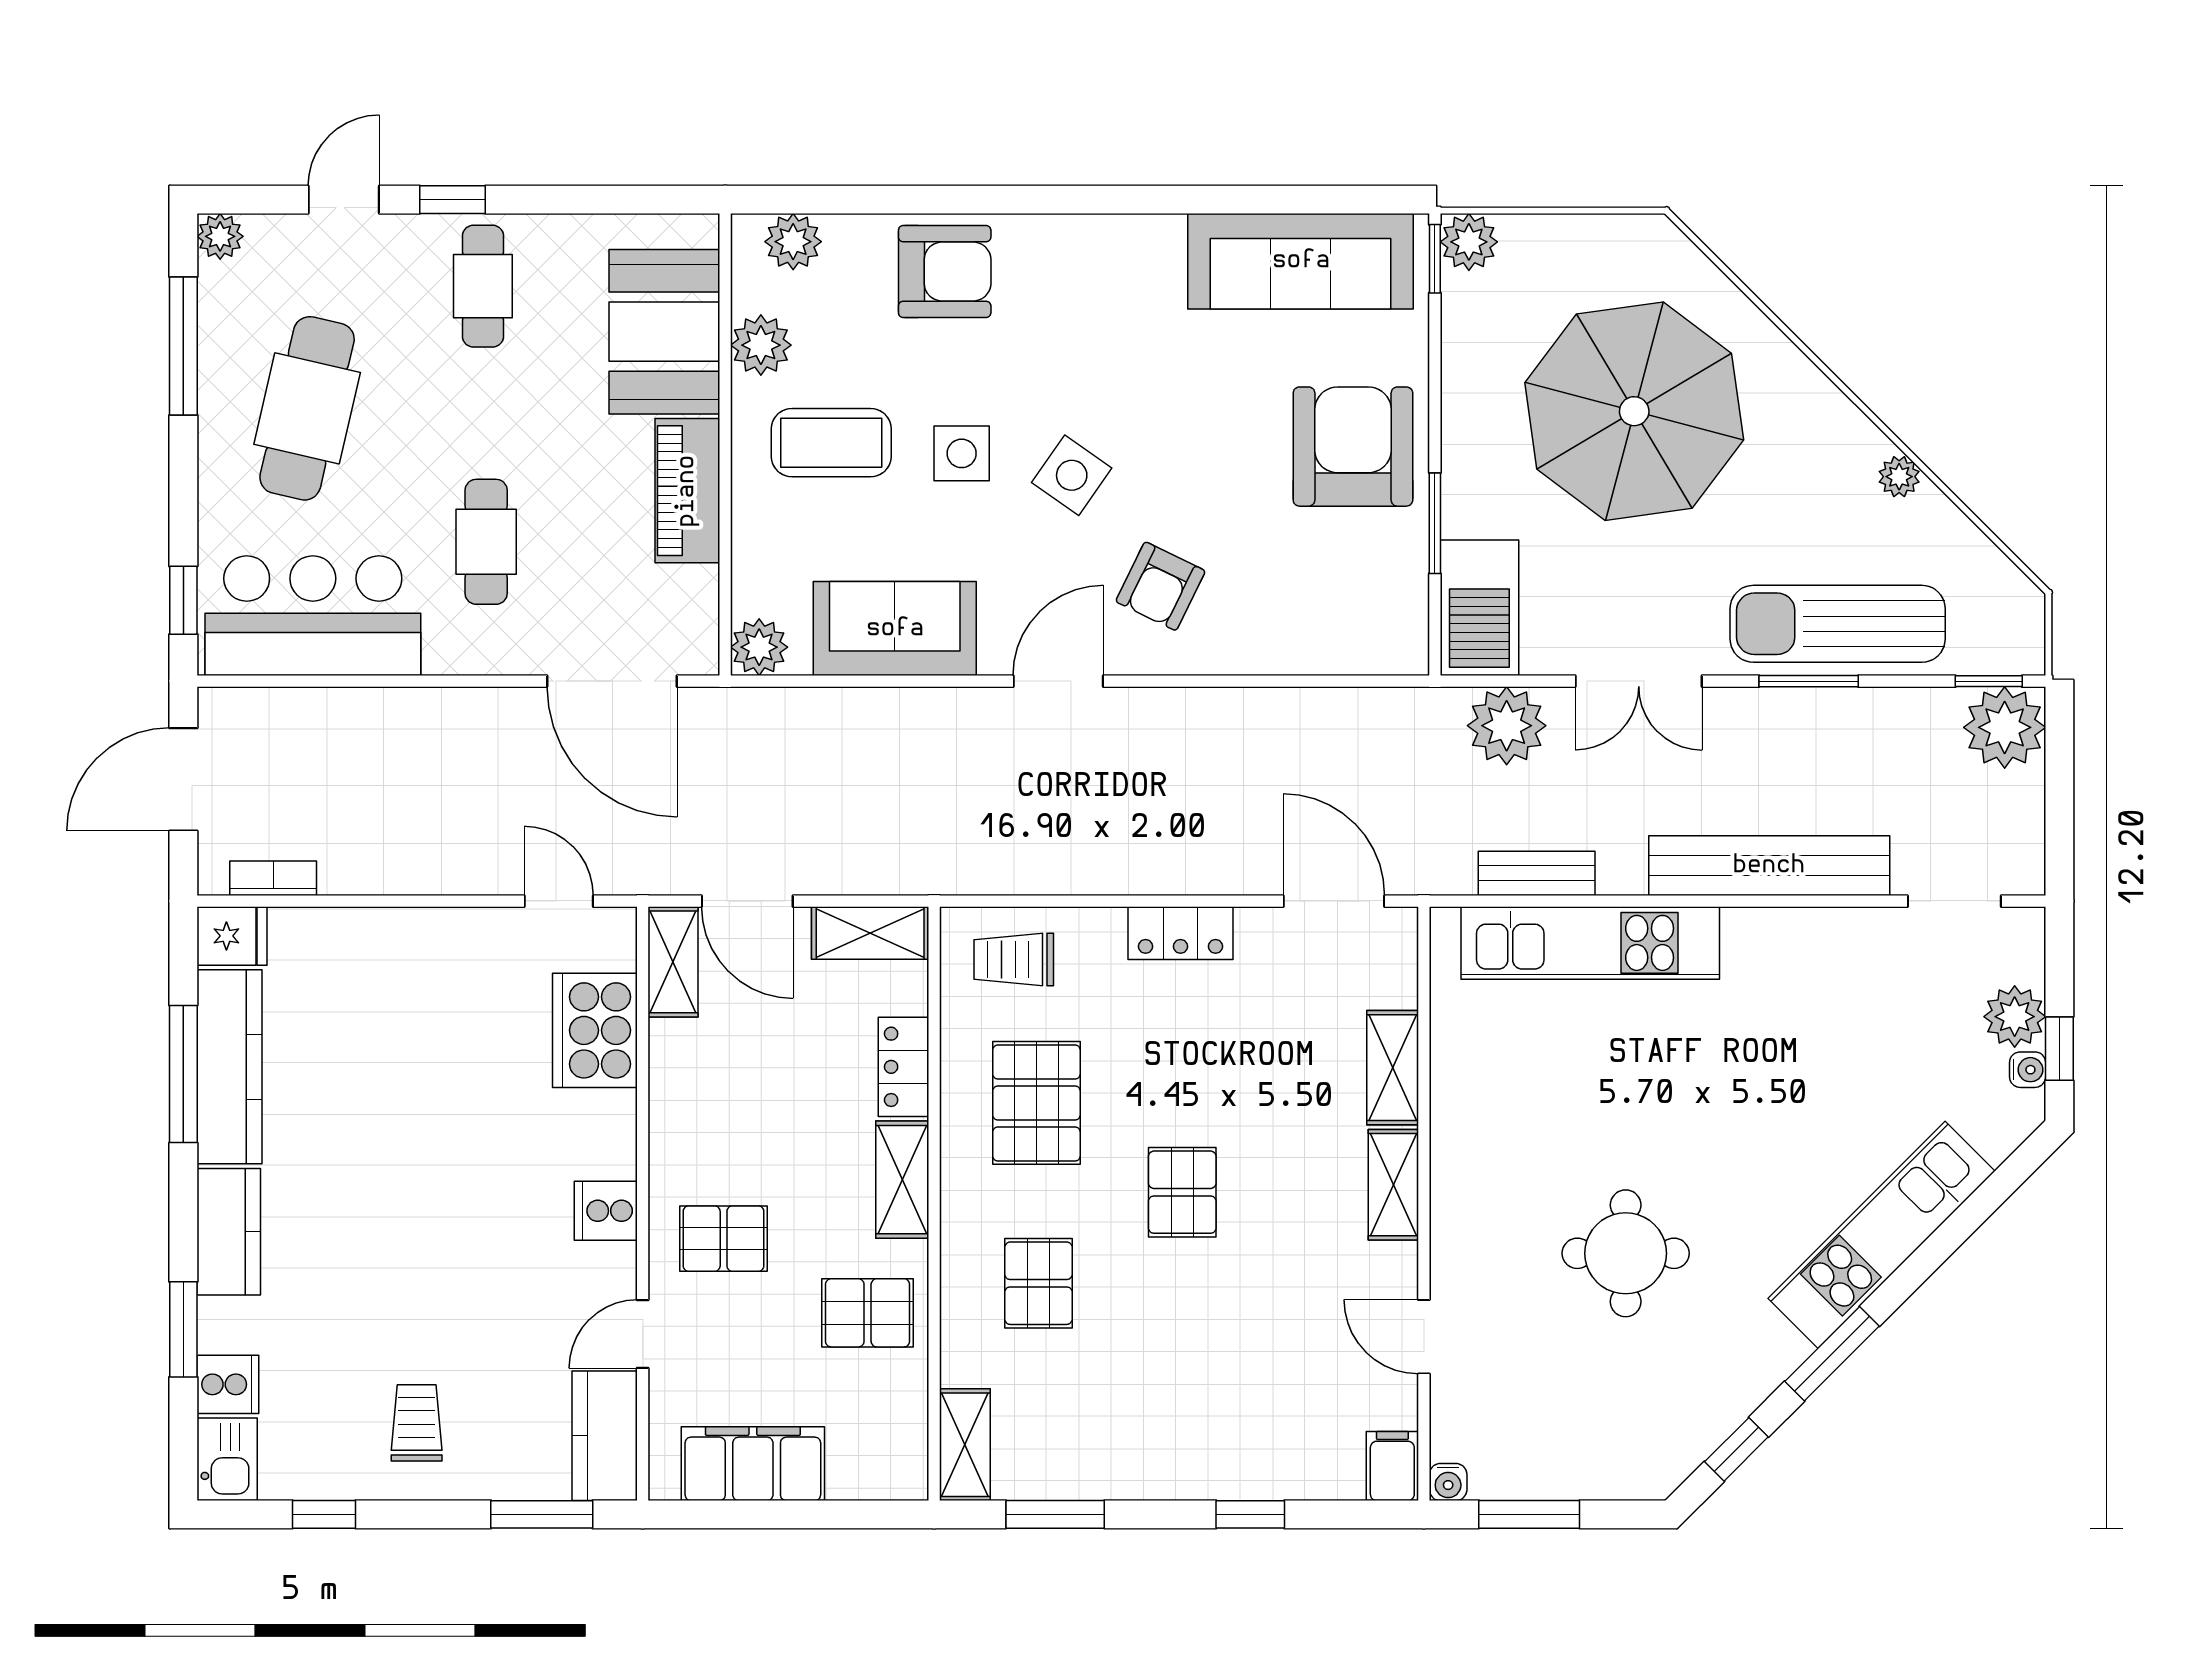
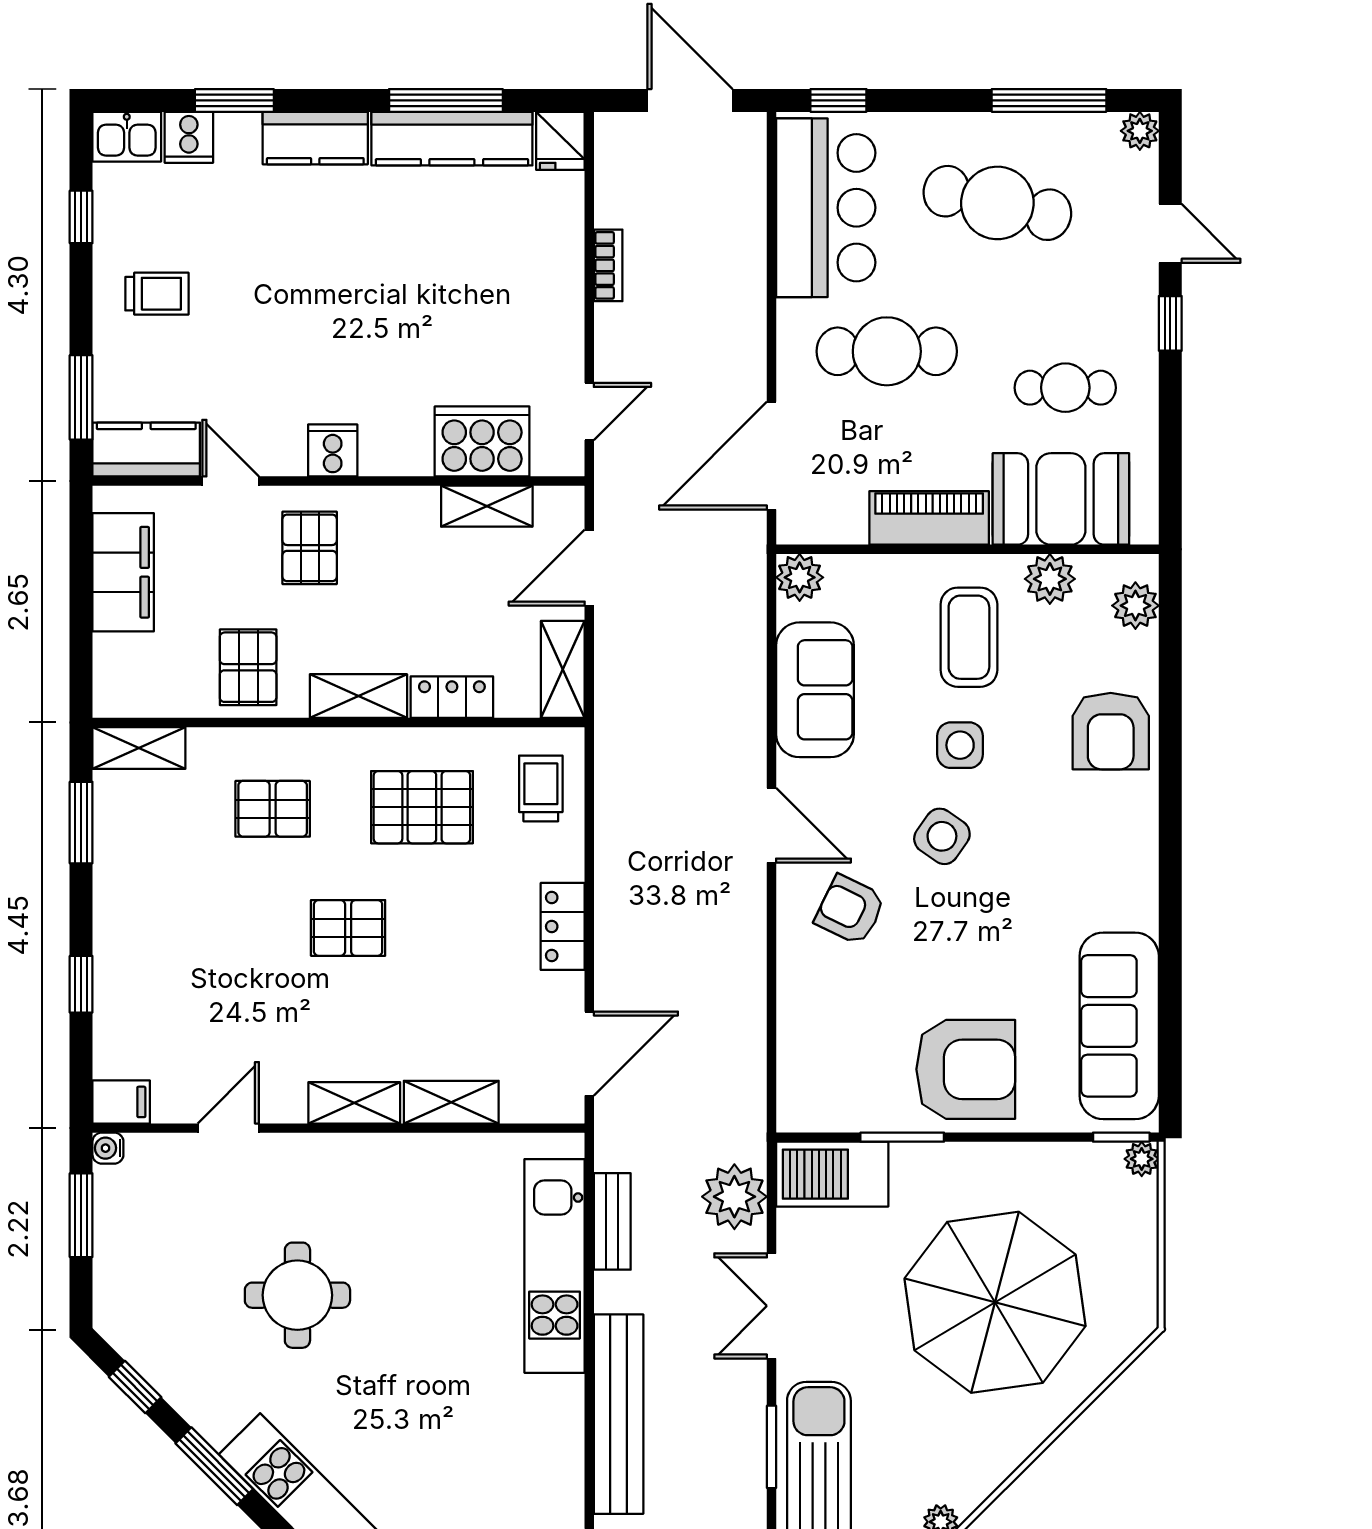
plant: (1469, 242) -> (1142, 1159), width x0.73, depth x0.73
cafe table: (483, 286) -> (1065, 388), moved
cafe table: (486, 542) -> (887, 351), width x1.37, depth x1.35
bookcase: (273, 878) -> (608, 265), moved
shelving: (673, 962) -> (487, 506), moved

